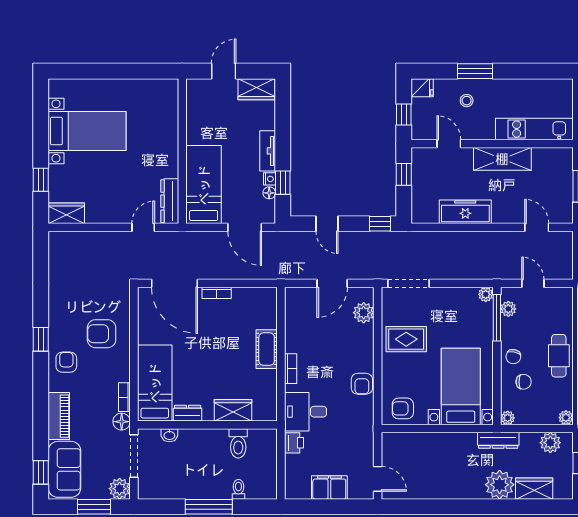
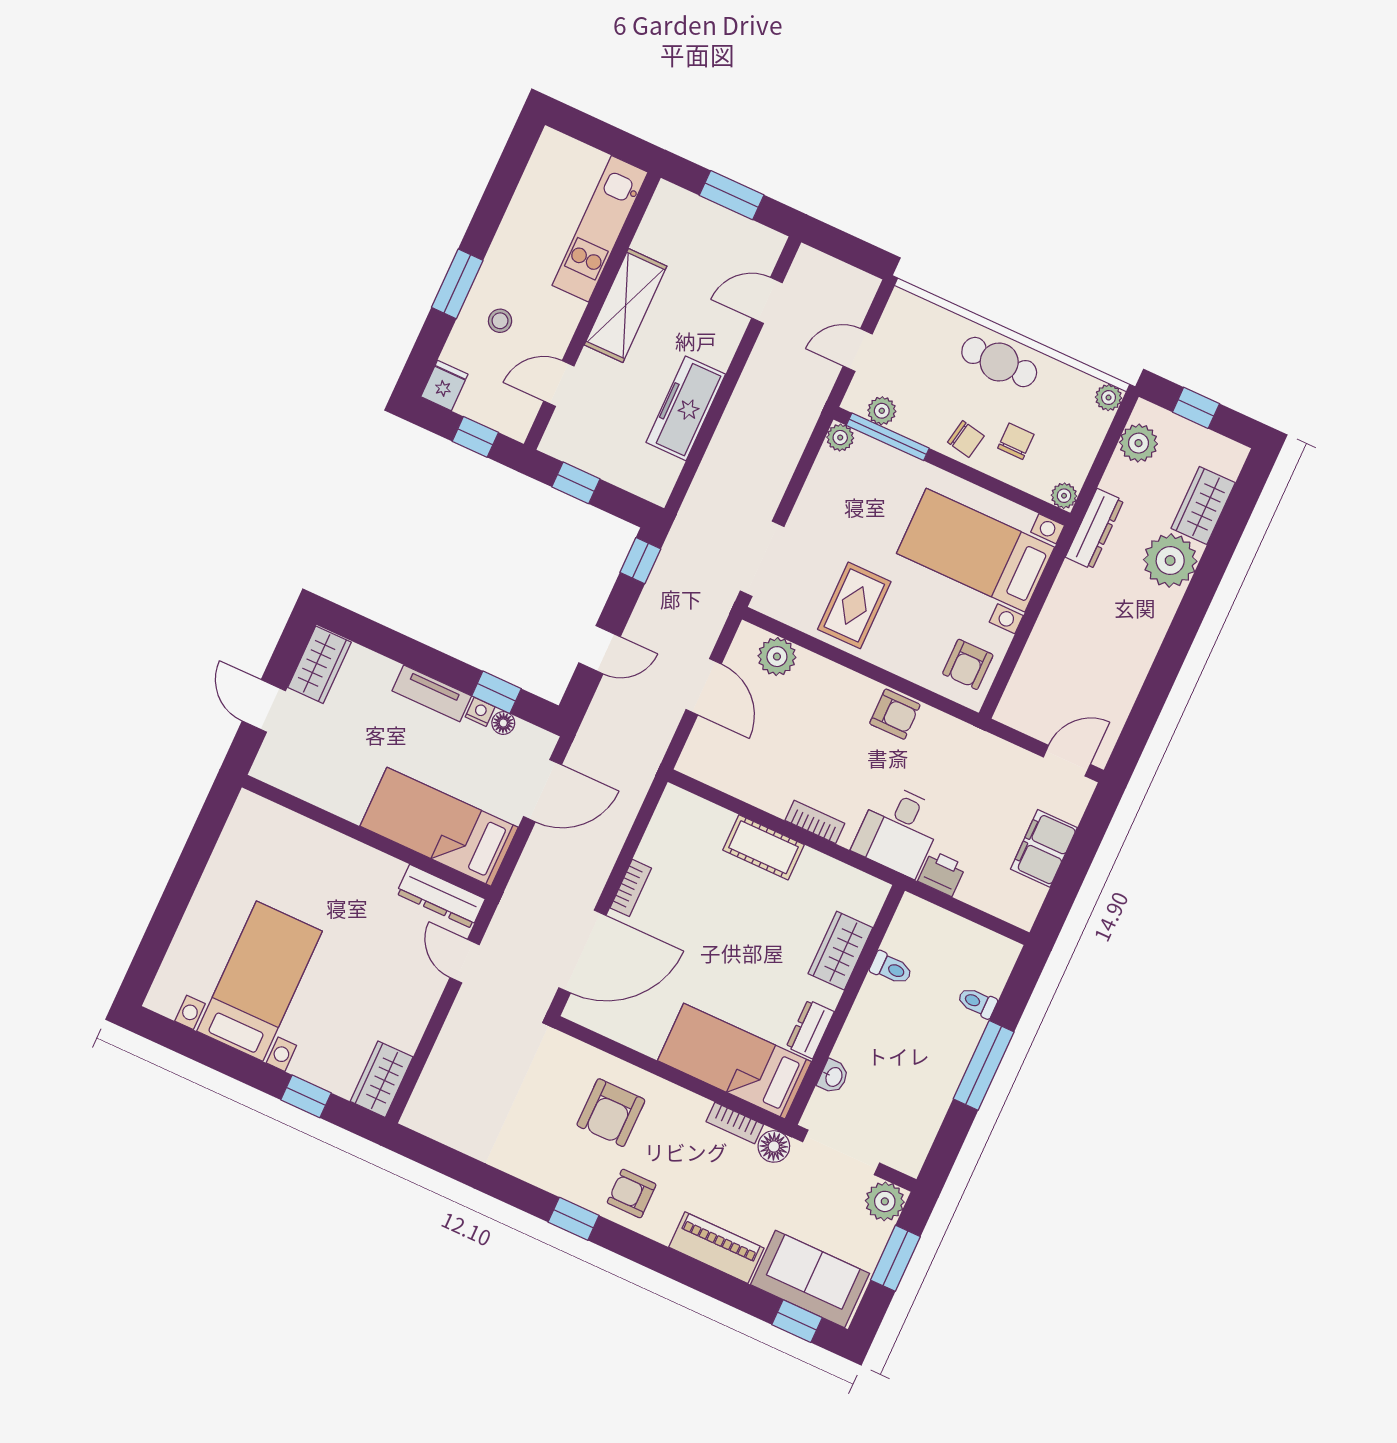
toilet: (238, 443) -> (891, 968), width x0.73, depth x0.72

